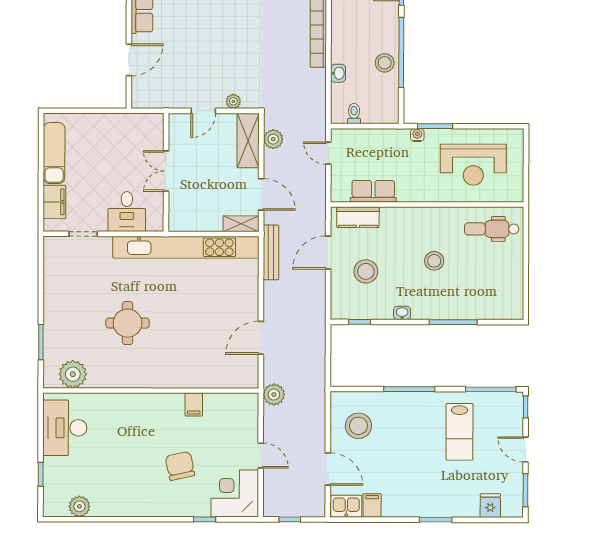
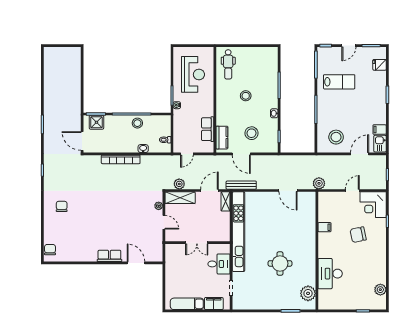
desk: (65, 428) -> (330, 274), moved, turned 90

